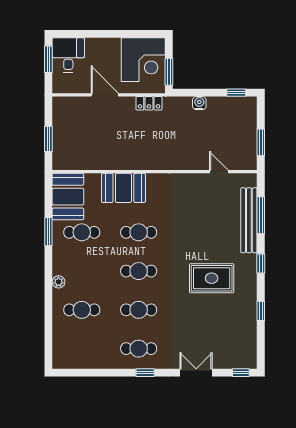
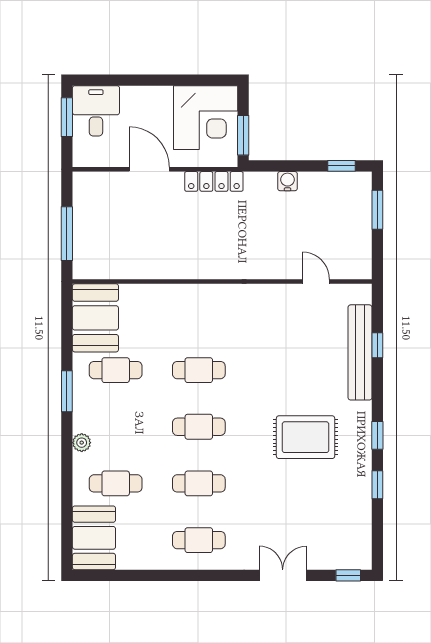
locker: (149, 103) -> (214, 181), width x1.53
window: (48, 139) -> (67, 234), width x1.44
window: (261, 142) -> (377, 210), moved
booth: (123, 188) -> (94, 538), moved, turned 90
window: (261, 215) -> (377, 345), width x0.46
window: (48, 232) -> (67, 391), moved
window: (261, 263) -> (377, 435), moved
window: (145, 373) -> (208, 575), removed

